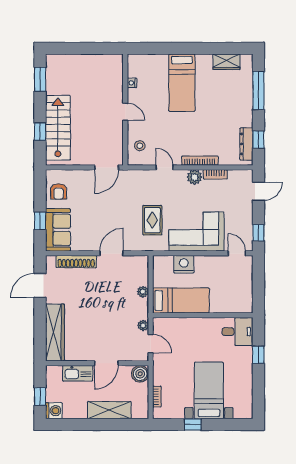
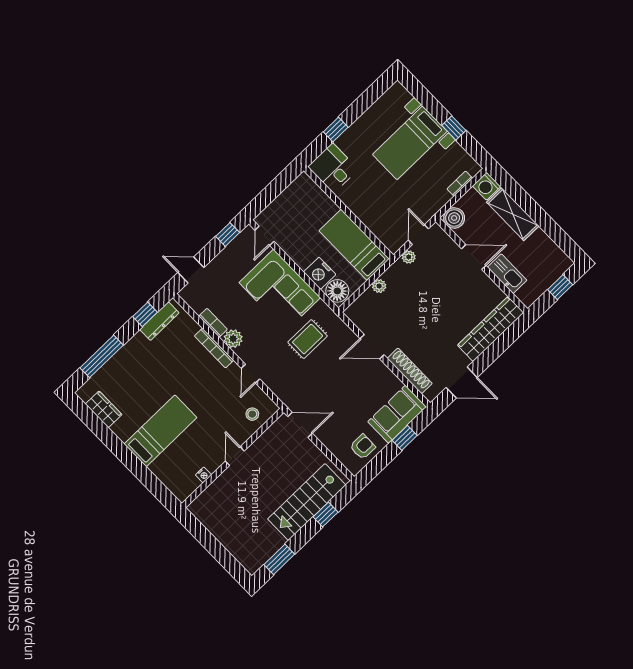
floor lamp: (164, 265) -> (337, 291), added
washing machine: (54, 411) -> (487, 186), moved, turned -90

